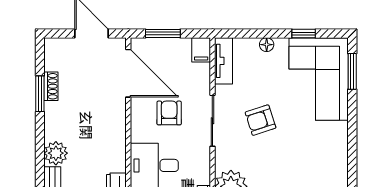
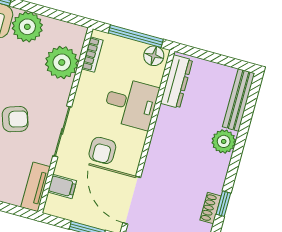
filing cabinet: (201, 50) -> (62, 186), moved, turned 90
window: (40, 94) -> (223, 204), width x0.67

